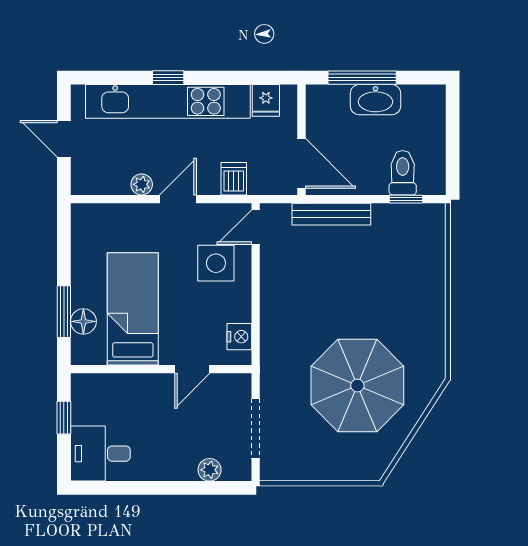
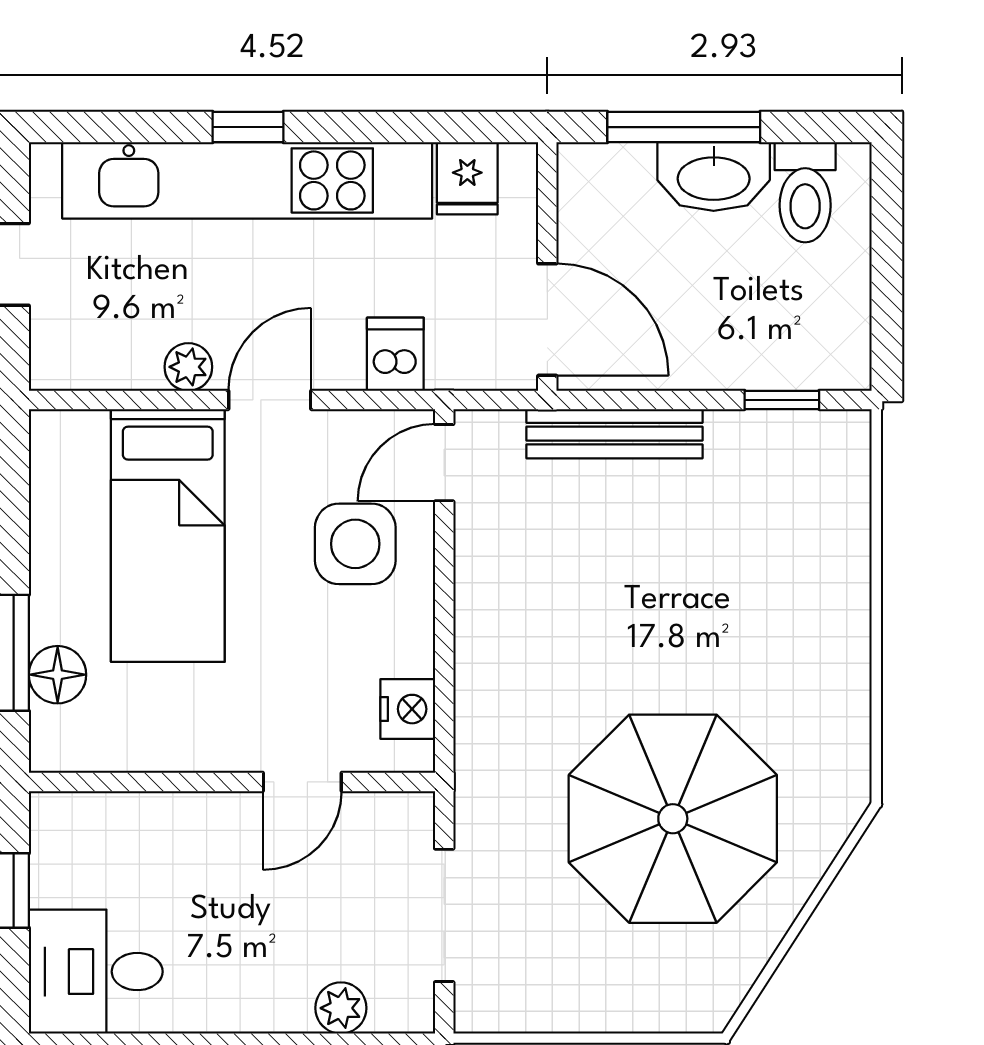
toilet: (403, 173) -> (805, 192), moved, turned 180
bed: (133, 309) -> (168, 535), moved, turned 180

